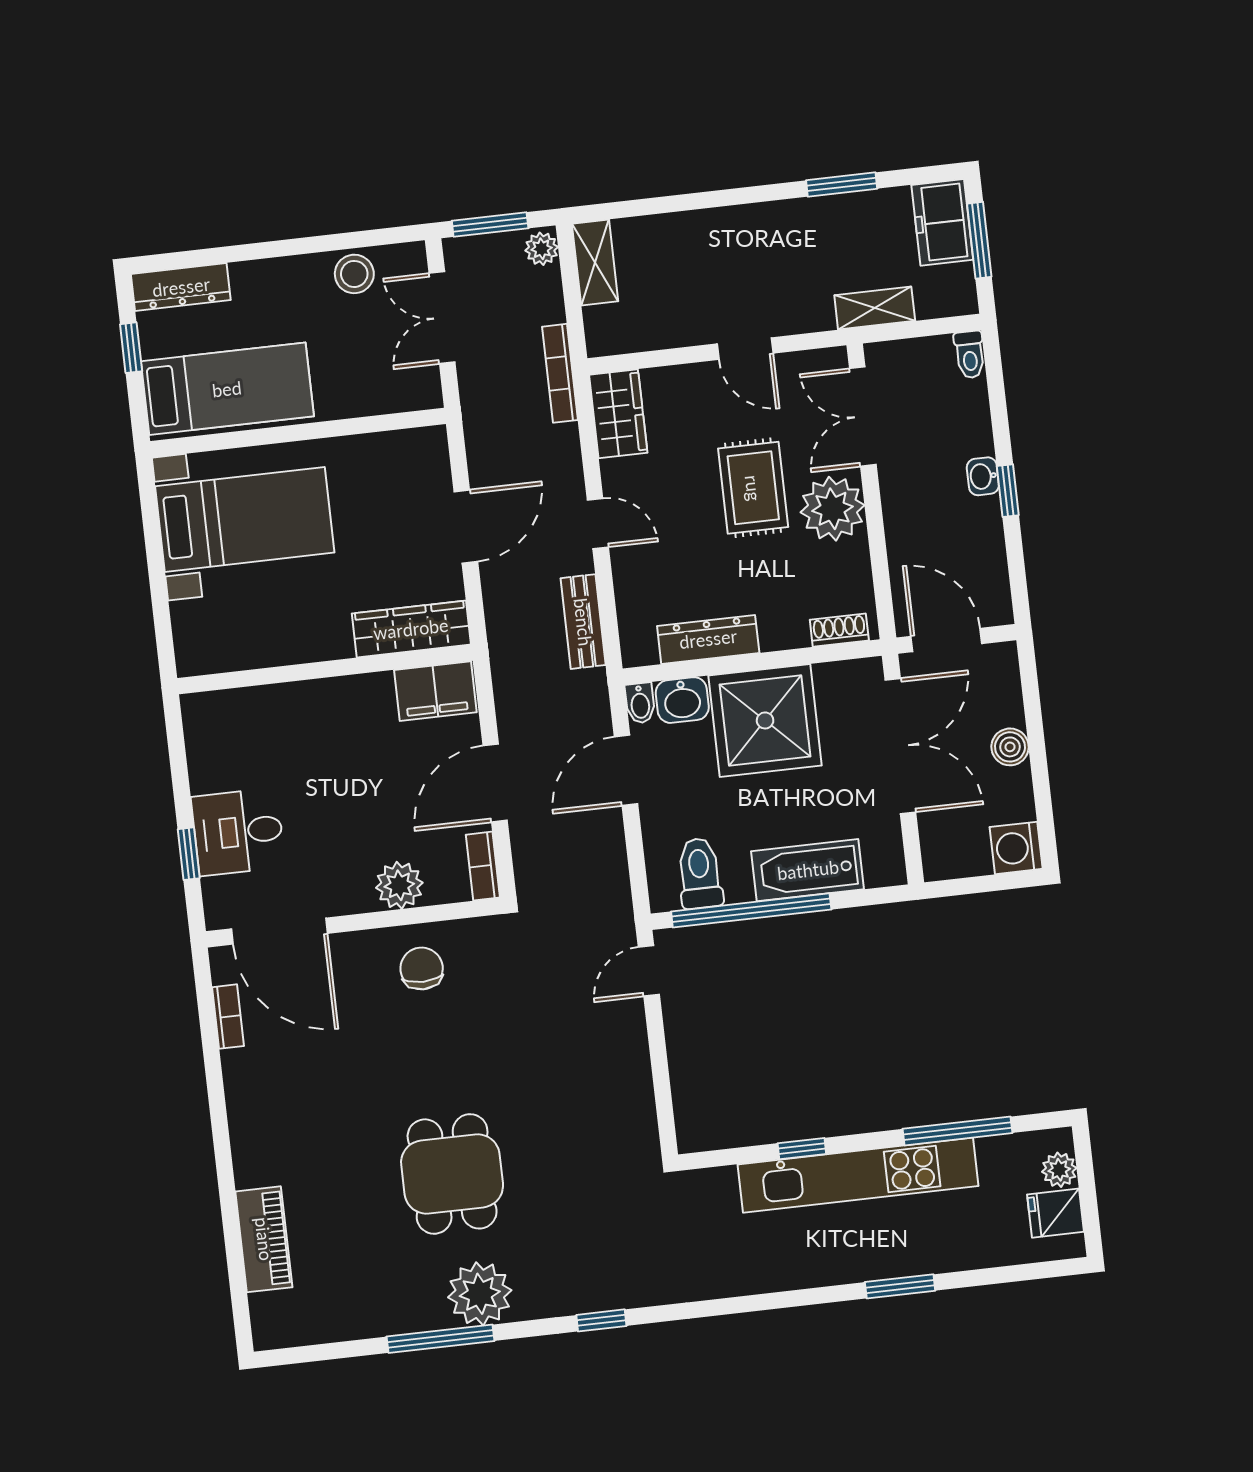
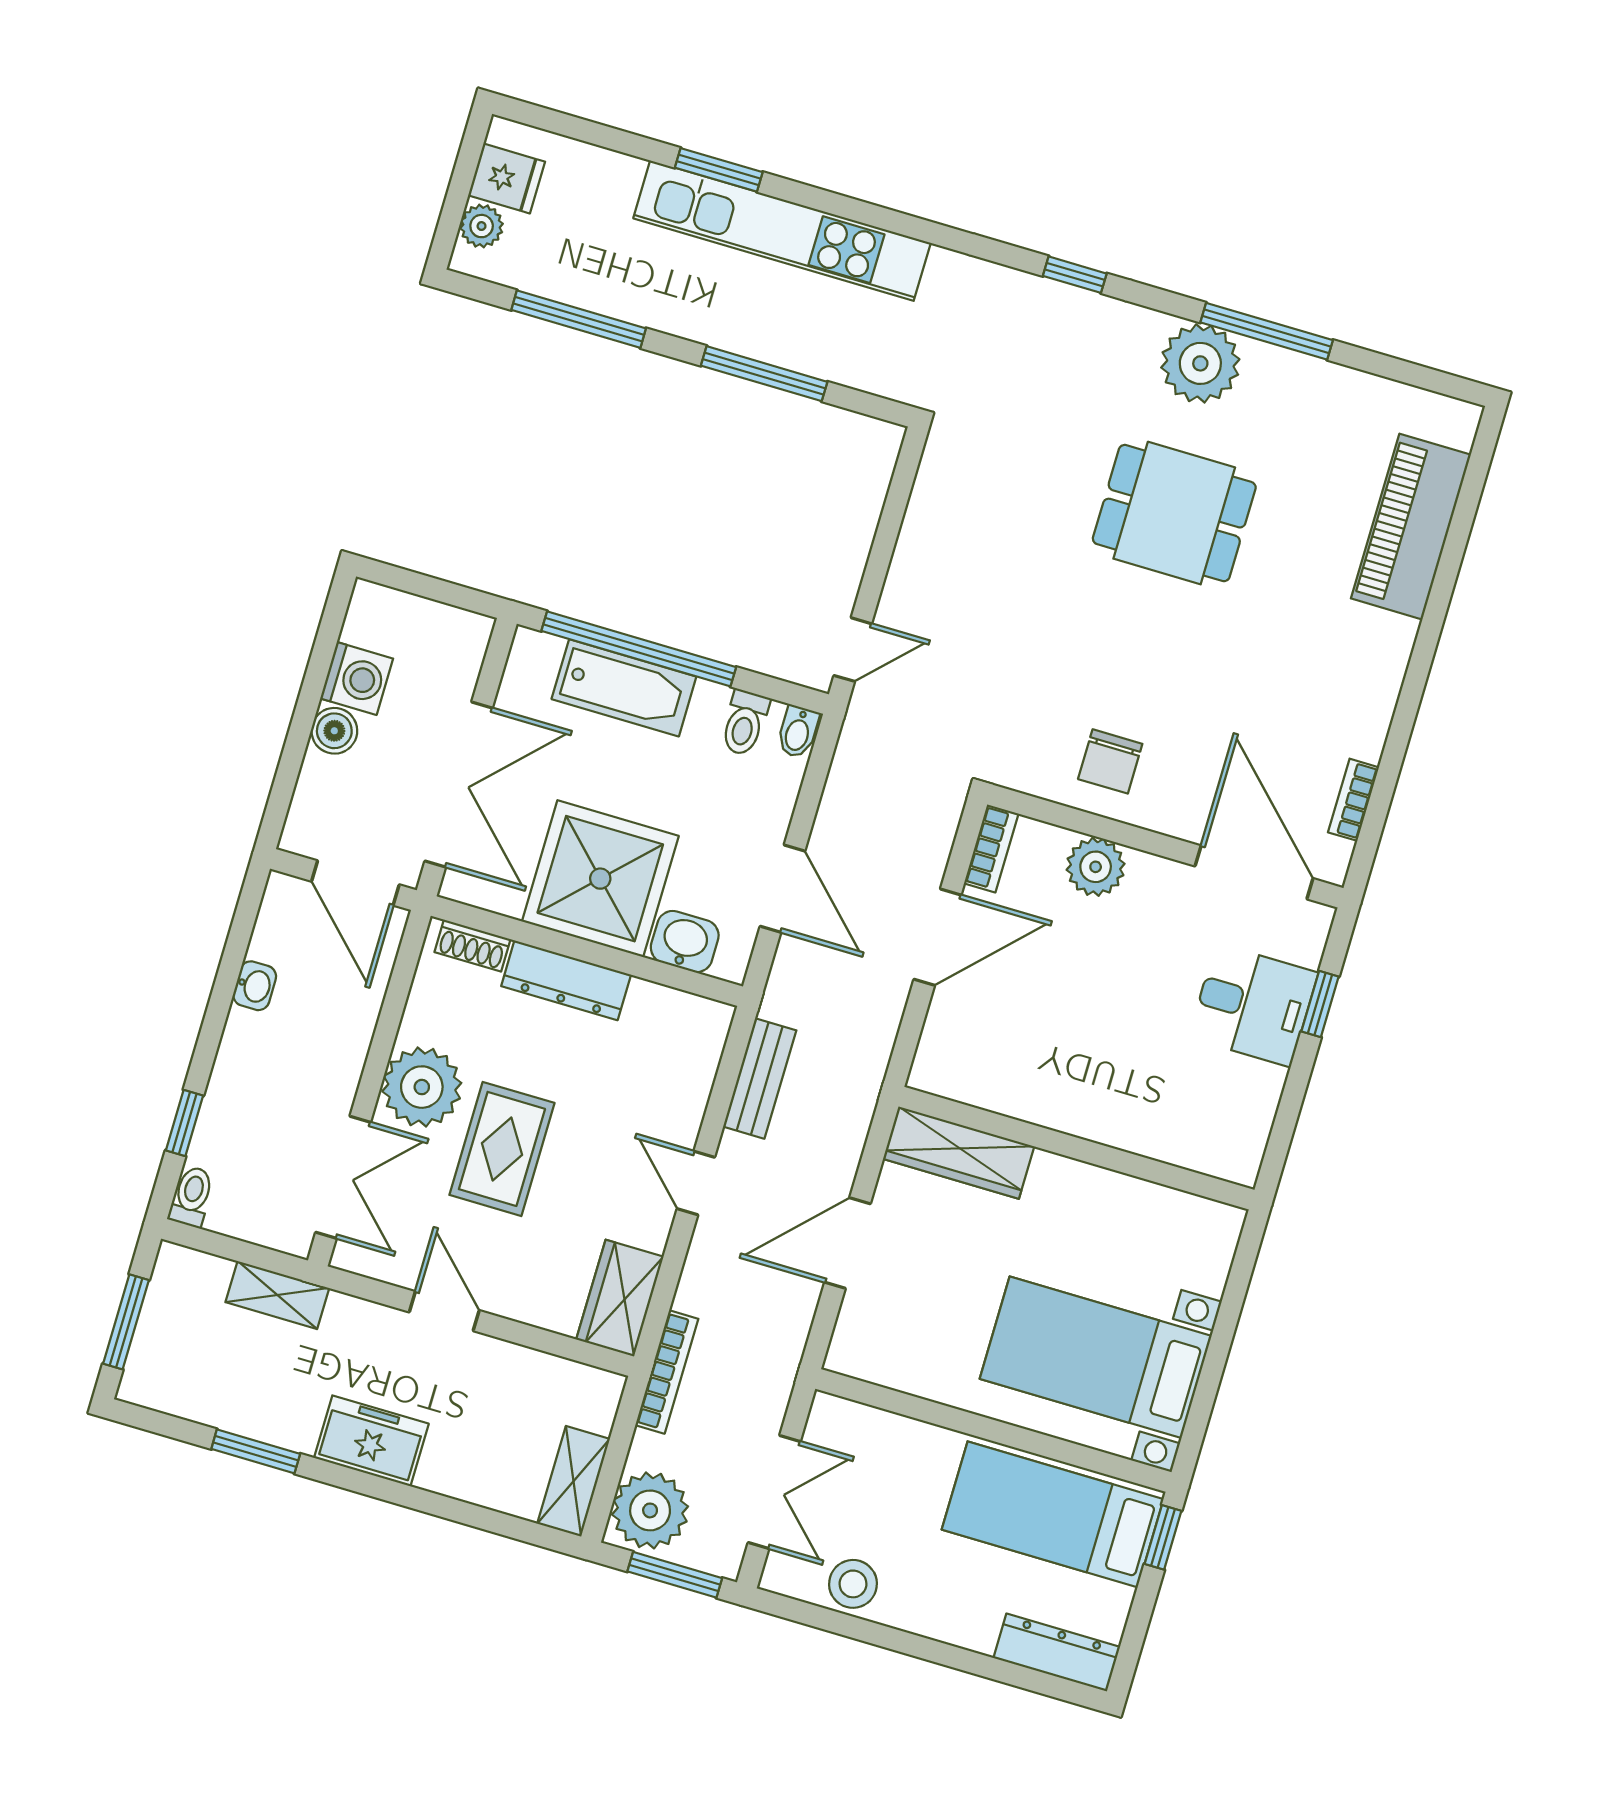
freezer: (942, 222) -> (371, 1441), moved, turned -90
plant: (542, 249) -> (650, 1510), width x1.88, depth x1.88
window: (131, 348) -> (1163, 1537), moved
washbasin: (983, 476) -> (255, 986), moved
window: (1008, 491) -> (184, 1123), moved
dresser: (708, 639) -> (566, 980), moved
filing cabinet: (435, 691) -> (961, 1070), removed
bidet: (640, 703) -> (798, 732), moved, turned 180
double door: (900, 746) -> (459, 784), swing flipped
door: (626, 770) -> (782, 889), hinge flipped
washing machine: (1016, 848) -> (357, 679), moved
toilet: (700, 873) -> (745, 723), width x0.73, depth x0.72
window: (751, 910) -> (639, 649), moved
window: (802, 1149) -> (764, 374), width x2.17
dining table: (452, 1174) -> (1174, 513), turned 90
kitchen unit: (858, 1175) -> (782, 231), moved, turned 180
piano: (264, 1239) -> (1411, 527), width x1.37, depth x1.33

